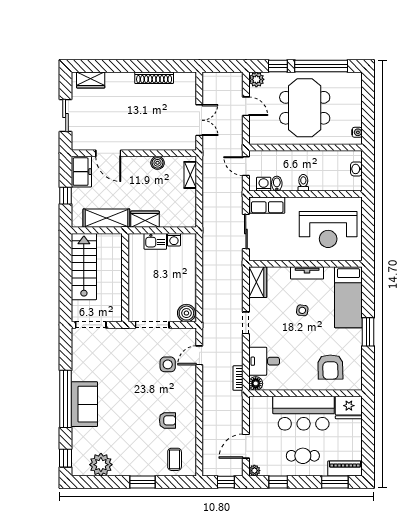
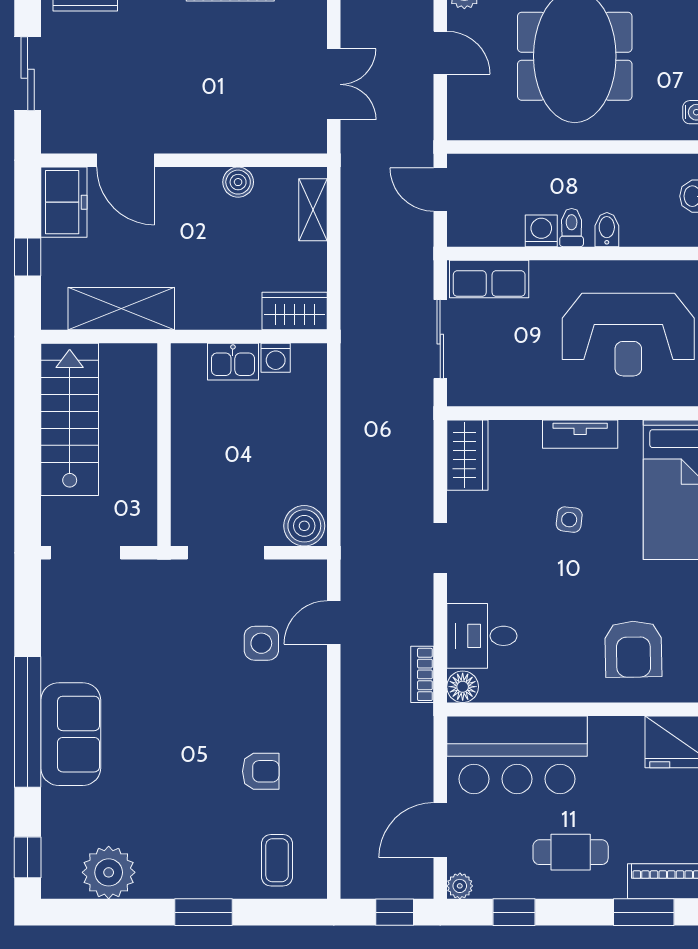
washing machine: (264, 184) -> (541, 231), moved
bidet: (277, 184) -> (607, 230), moved
wardrobe: (145, 219) -> (295, 311), moved
bar counter: (304, 413) -> (517, 755), moved

